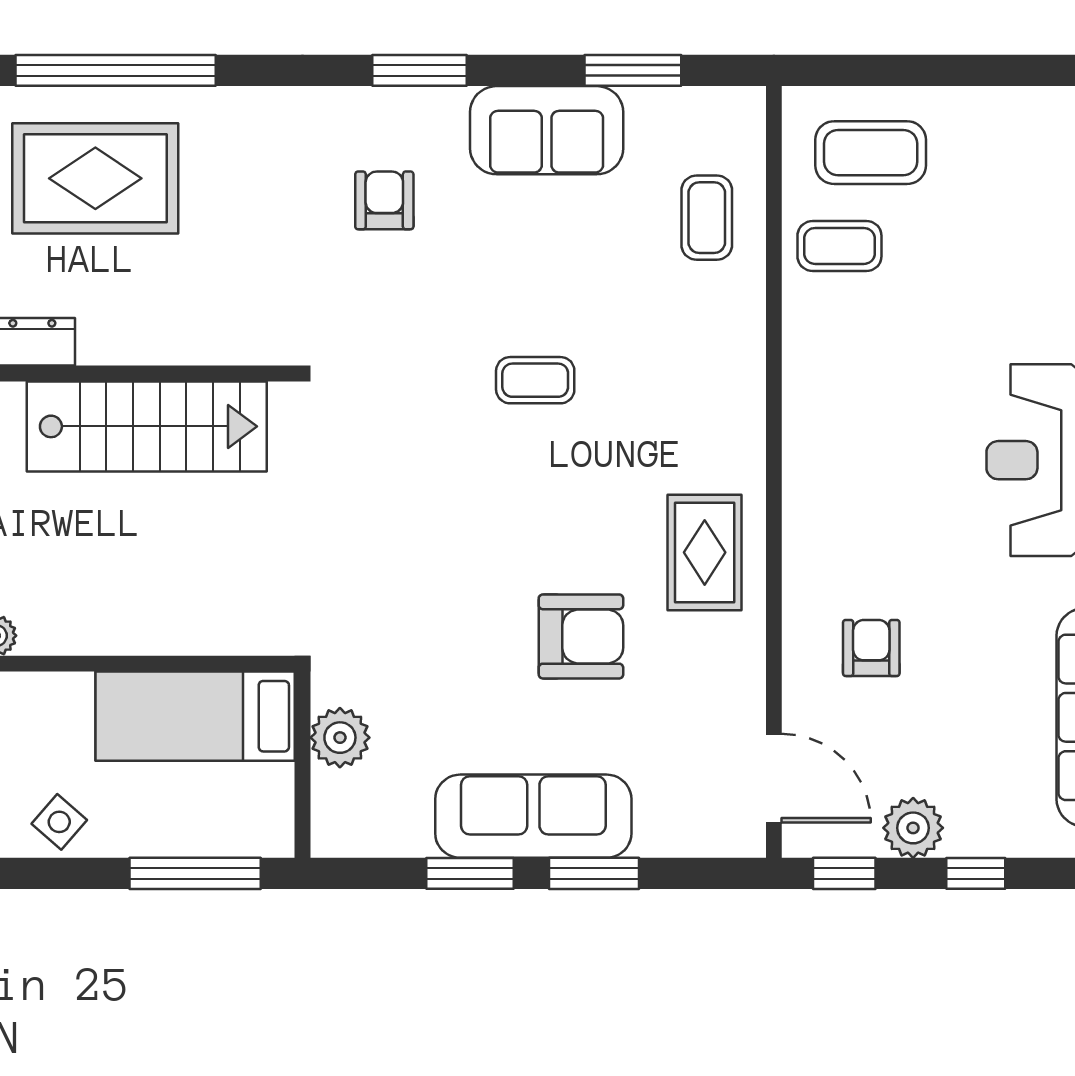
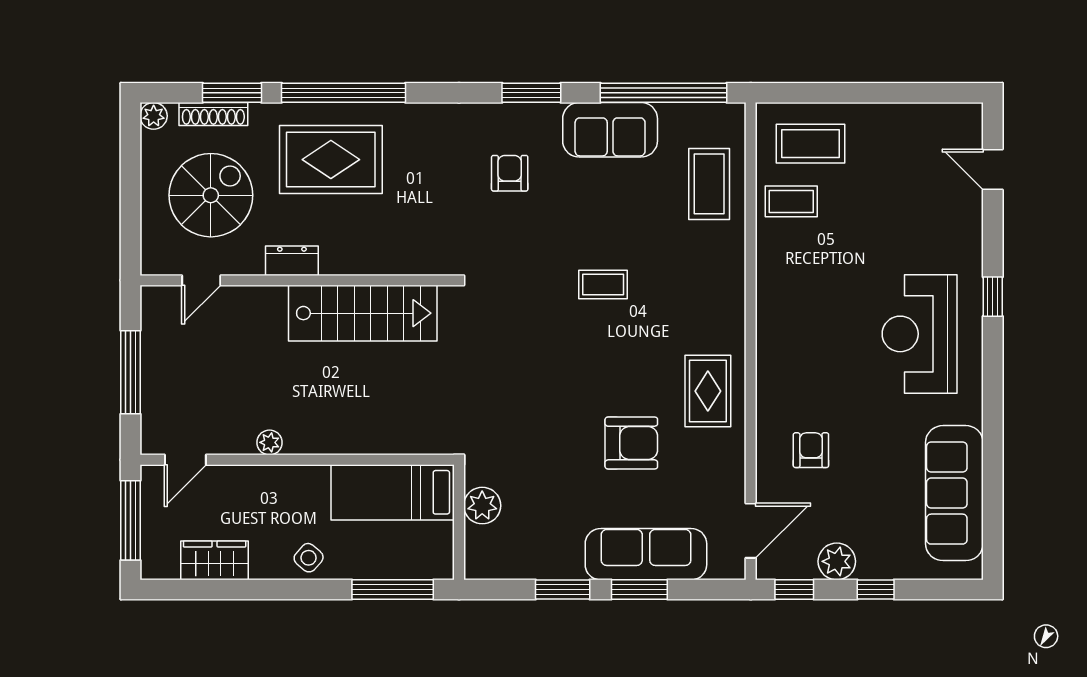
window: (633, 70) -> (663, 93), width x2.11
coffee table: (707, 218) -> (709, 184), width x1.36, depth x1.30
door: (774, 778) -> (751, 531), hinge flipped
sofa: (533, 816) -> (646, 554), moved

